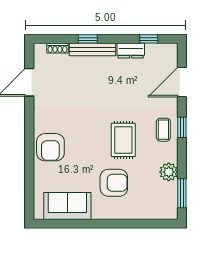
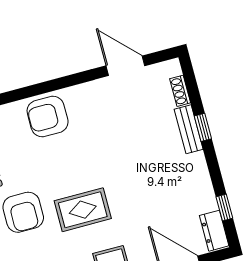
bench: (93, 49) -> (189, 129), width x0.73
dresser: (131, 51) -> (214, 231), moved

